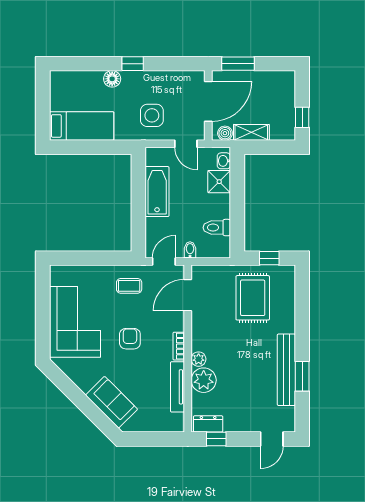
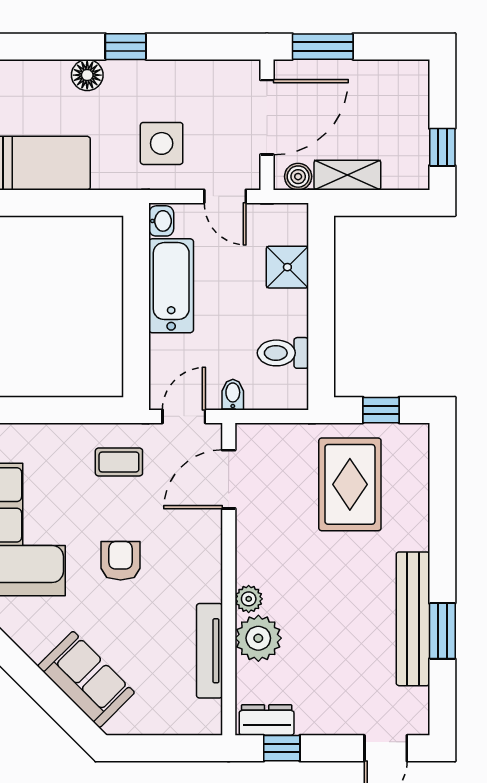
washbasin: (224, 161) -> (161, 221), moved, turned 180
bookcase: (179, 346) -> (212, 575), removed

